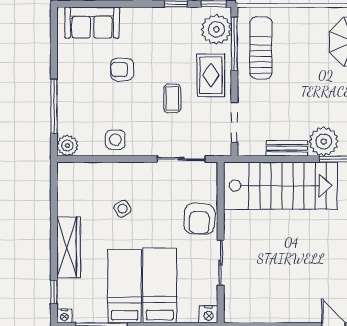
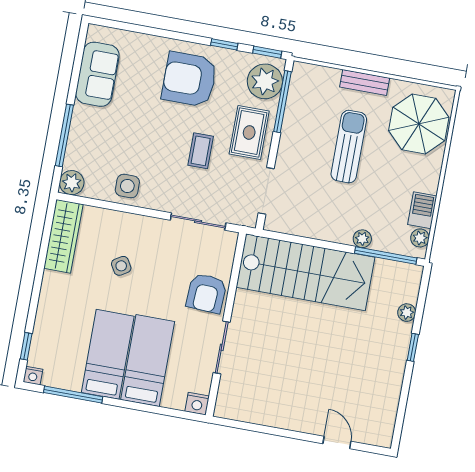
sofa: (92, 23) -> (97, 74), moved, turned -90
sun lounger: (261, 48) -> (349, 147), moved
armchair: (122, 69) -> (189, 79), moved, width x1.88, depth x1.88
plant: (324, 141) -> (362, 239), width x0.53, depth x0.53
bench: (287, 148) -> (365, 83), moved
wardrobe: (69, 247) -> (63, 236), moved

